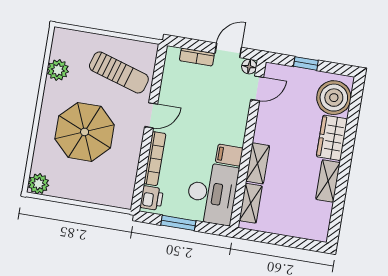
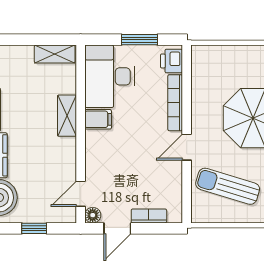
shelving: (251, 203) -> (55, 54), moved, turned 90

